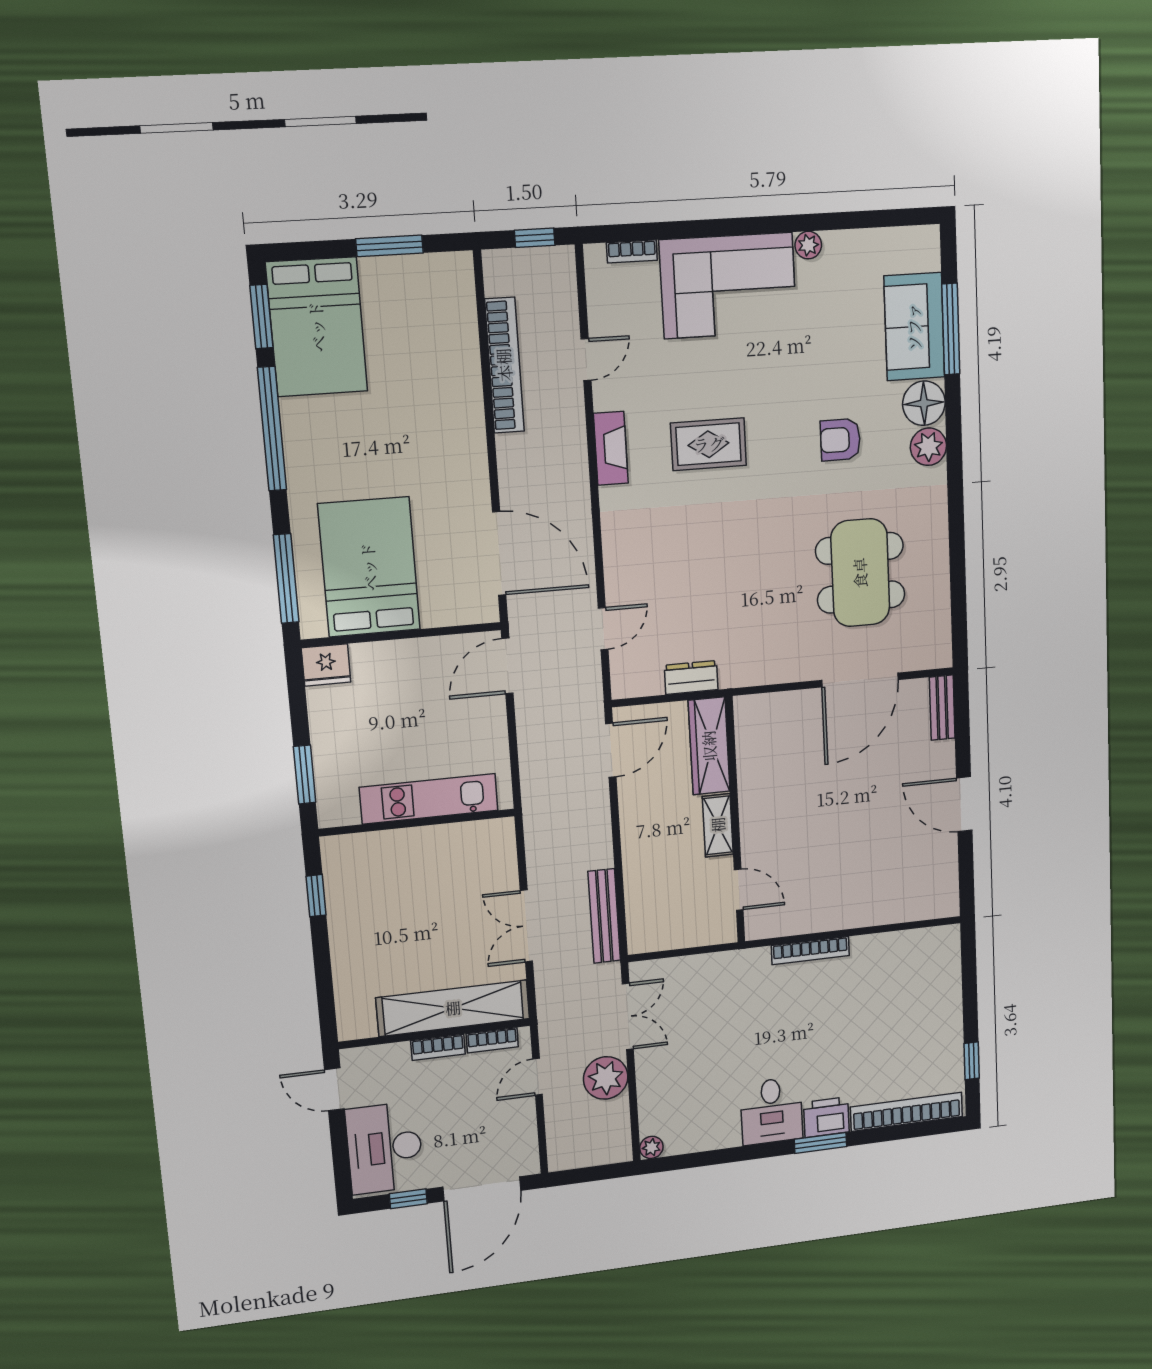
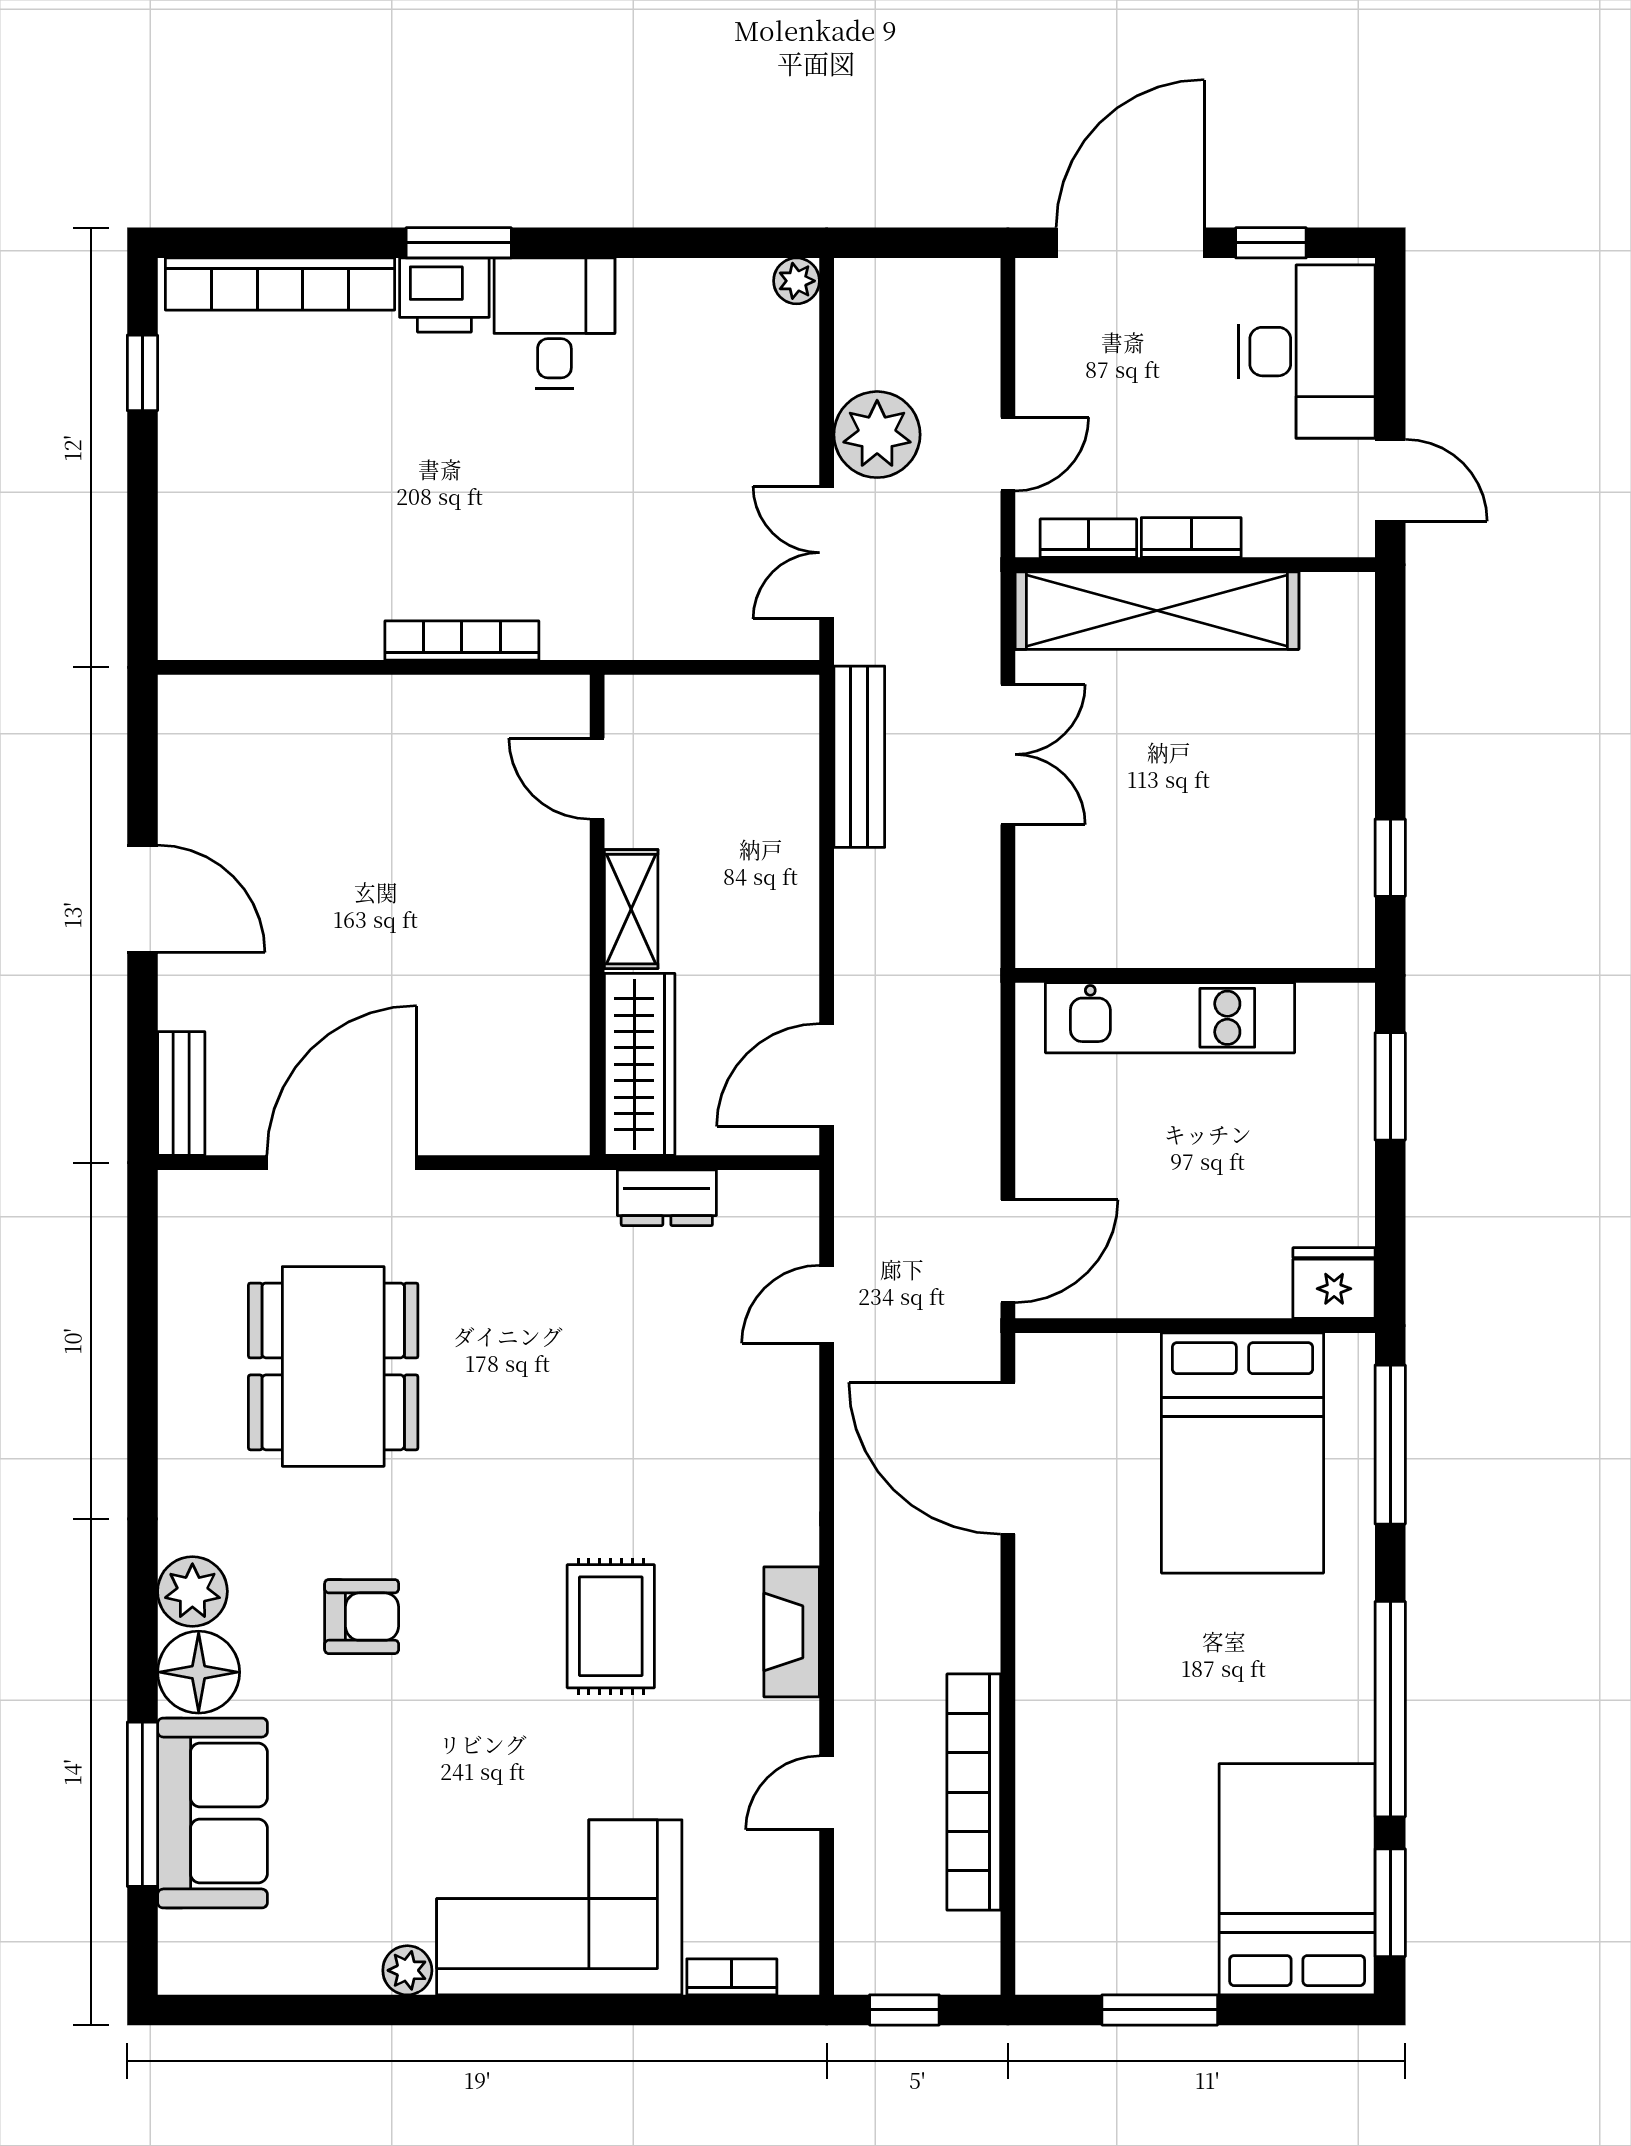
rug: (709, 444) -> (611, 1626), turned 90

